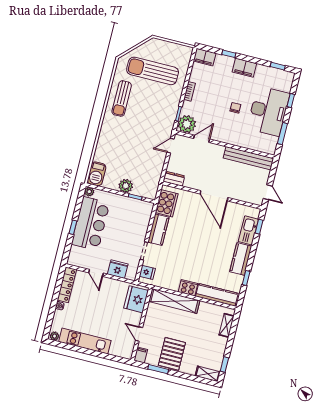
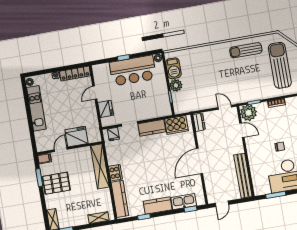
barbecue: (97, 174) -> (173, 68), moved, turned -90
fridge: (136, 299) -> (76, 137), moved

